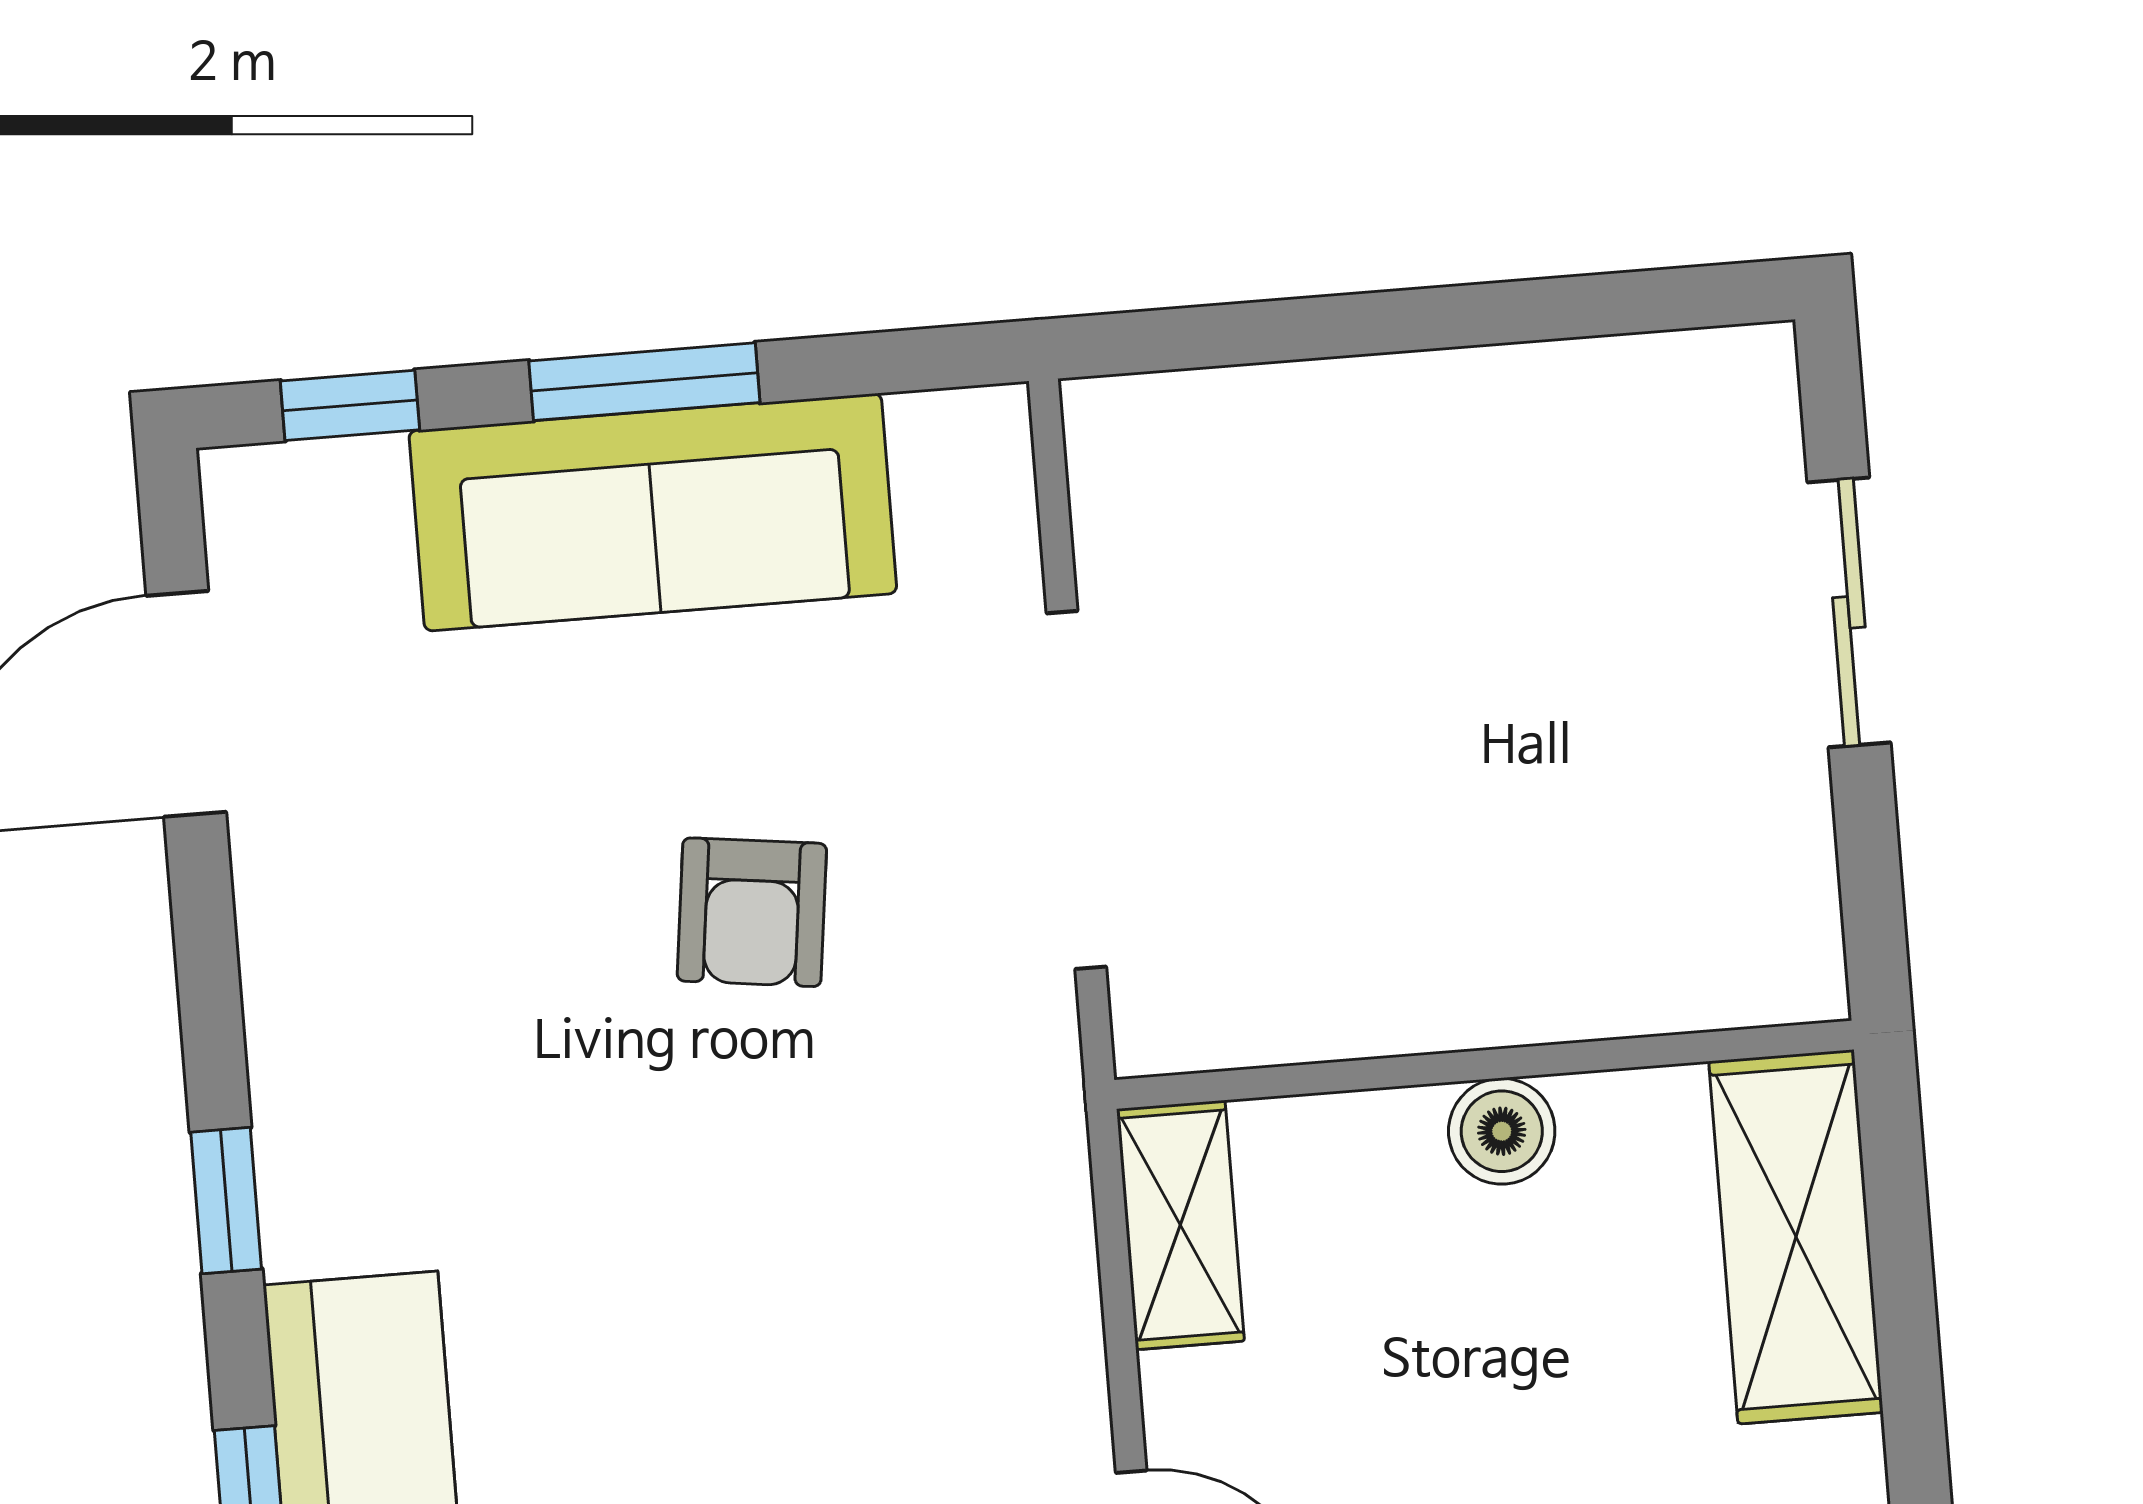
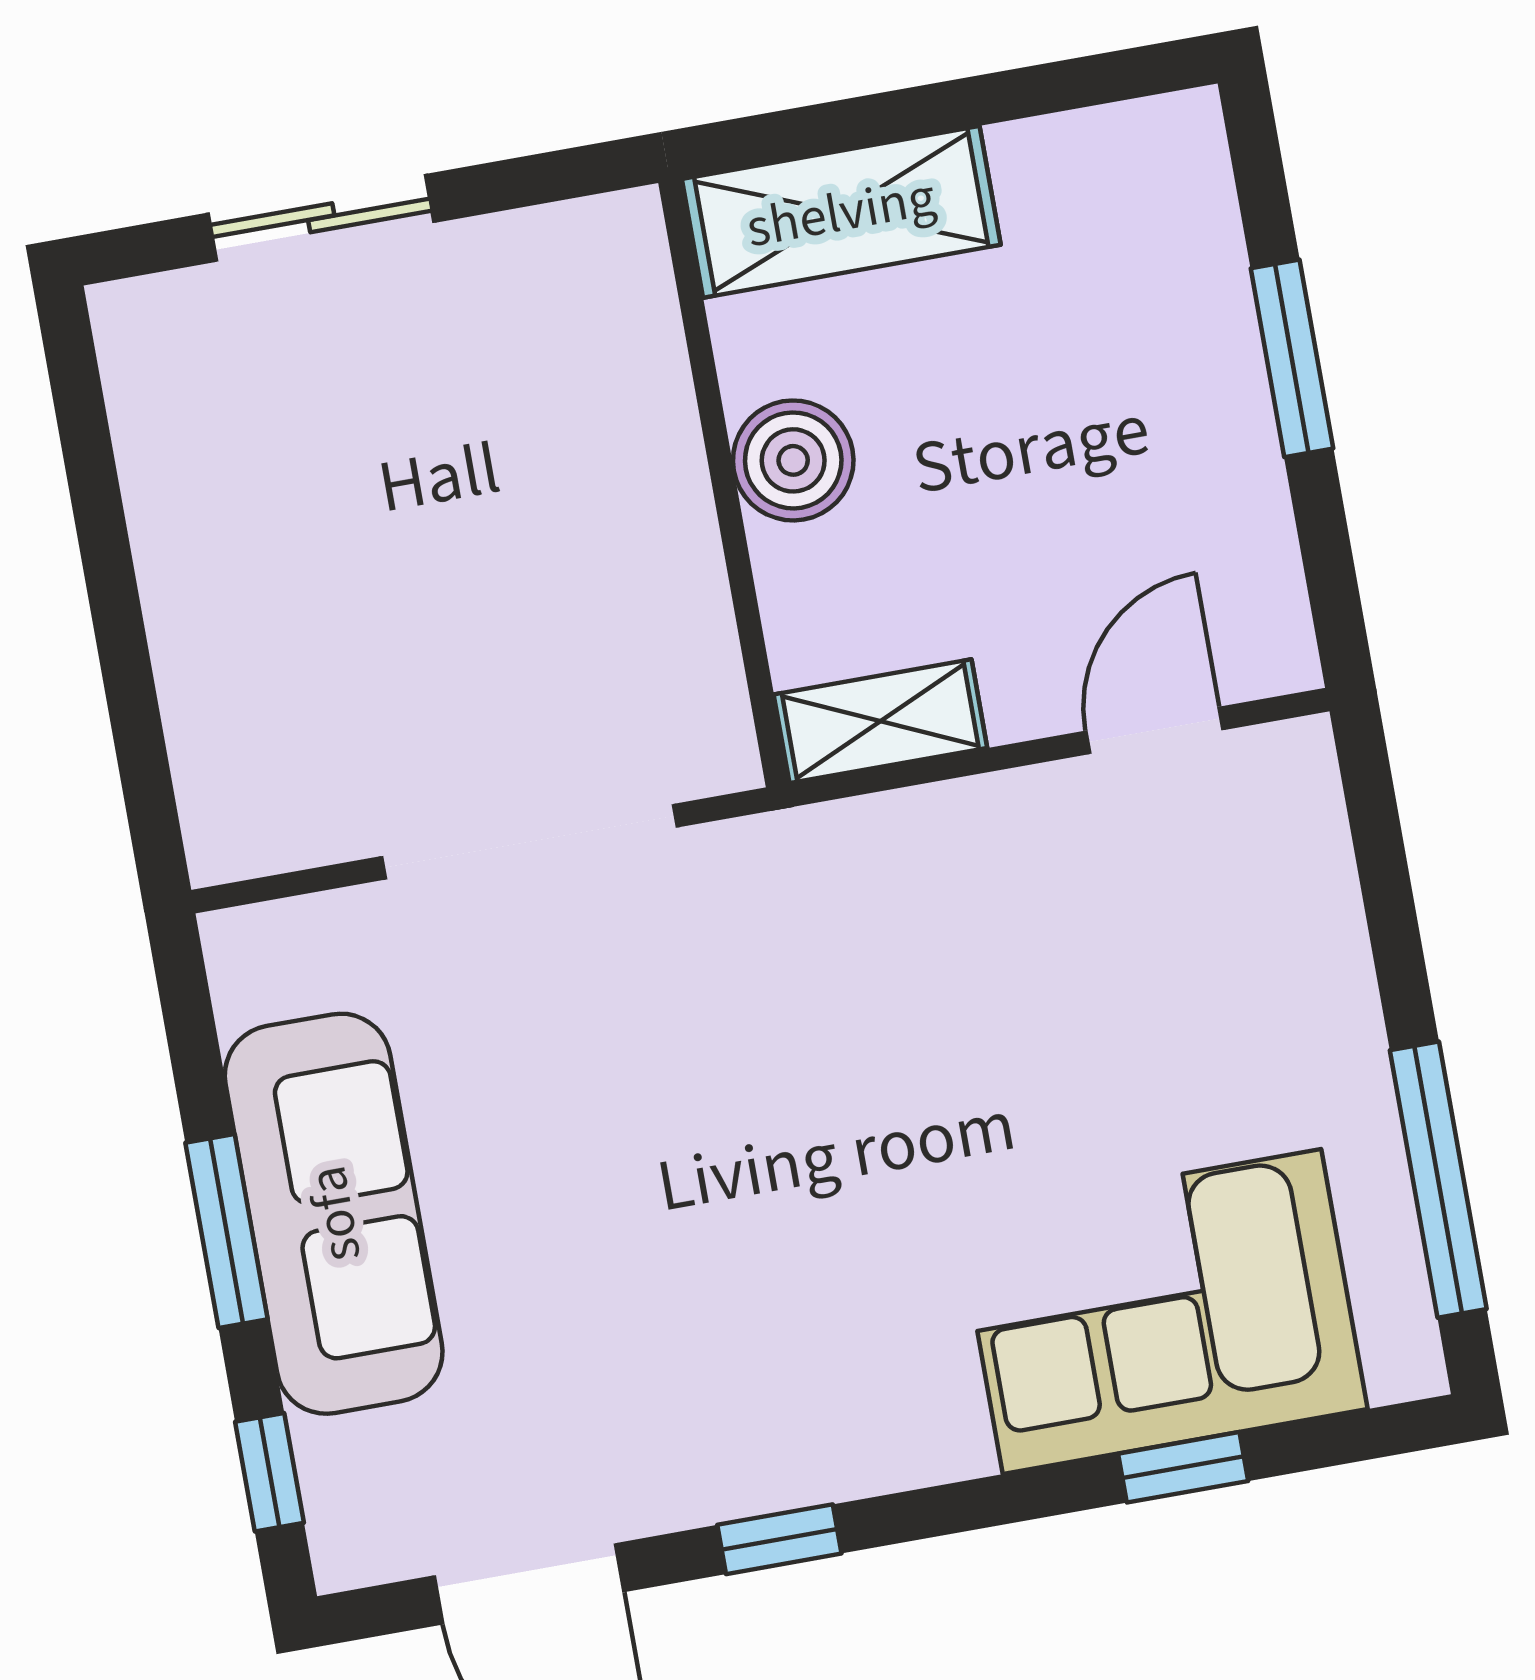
armchair: (752, 912) -> (656, 1100), removed
boiler: (1502, 1131) -> (793, 460), width x1.36, depth x1.36
window: (226, 1201) -> (779, 1539), moved

